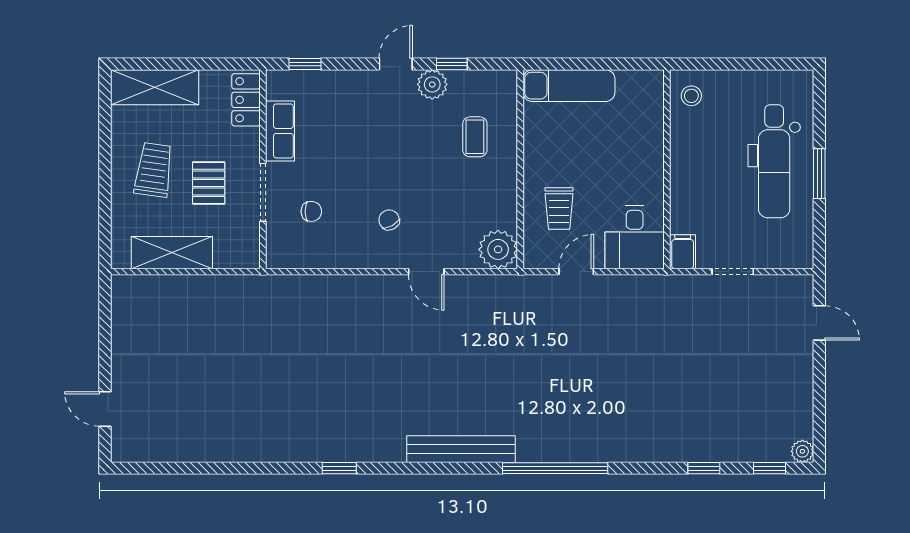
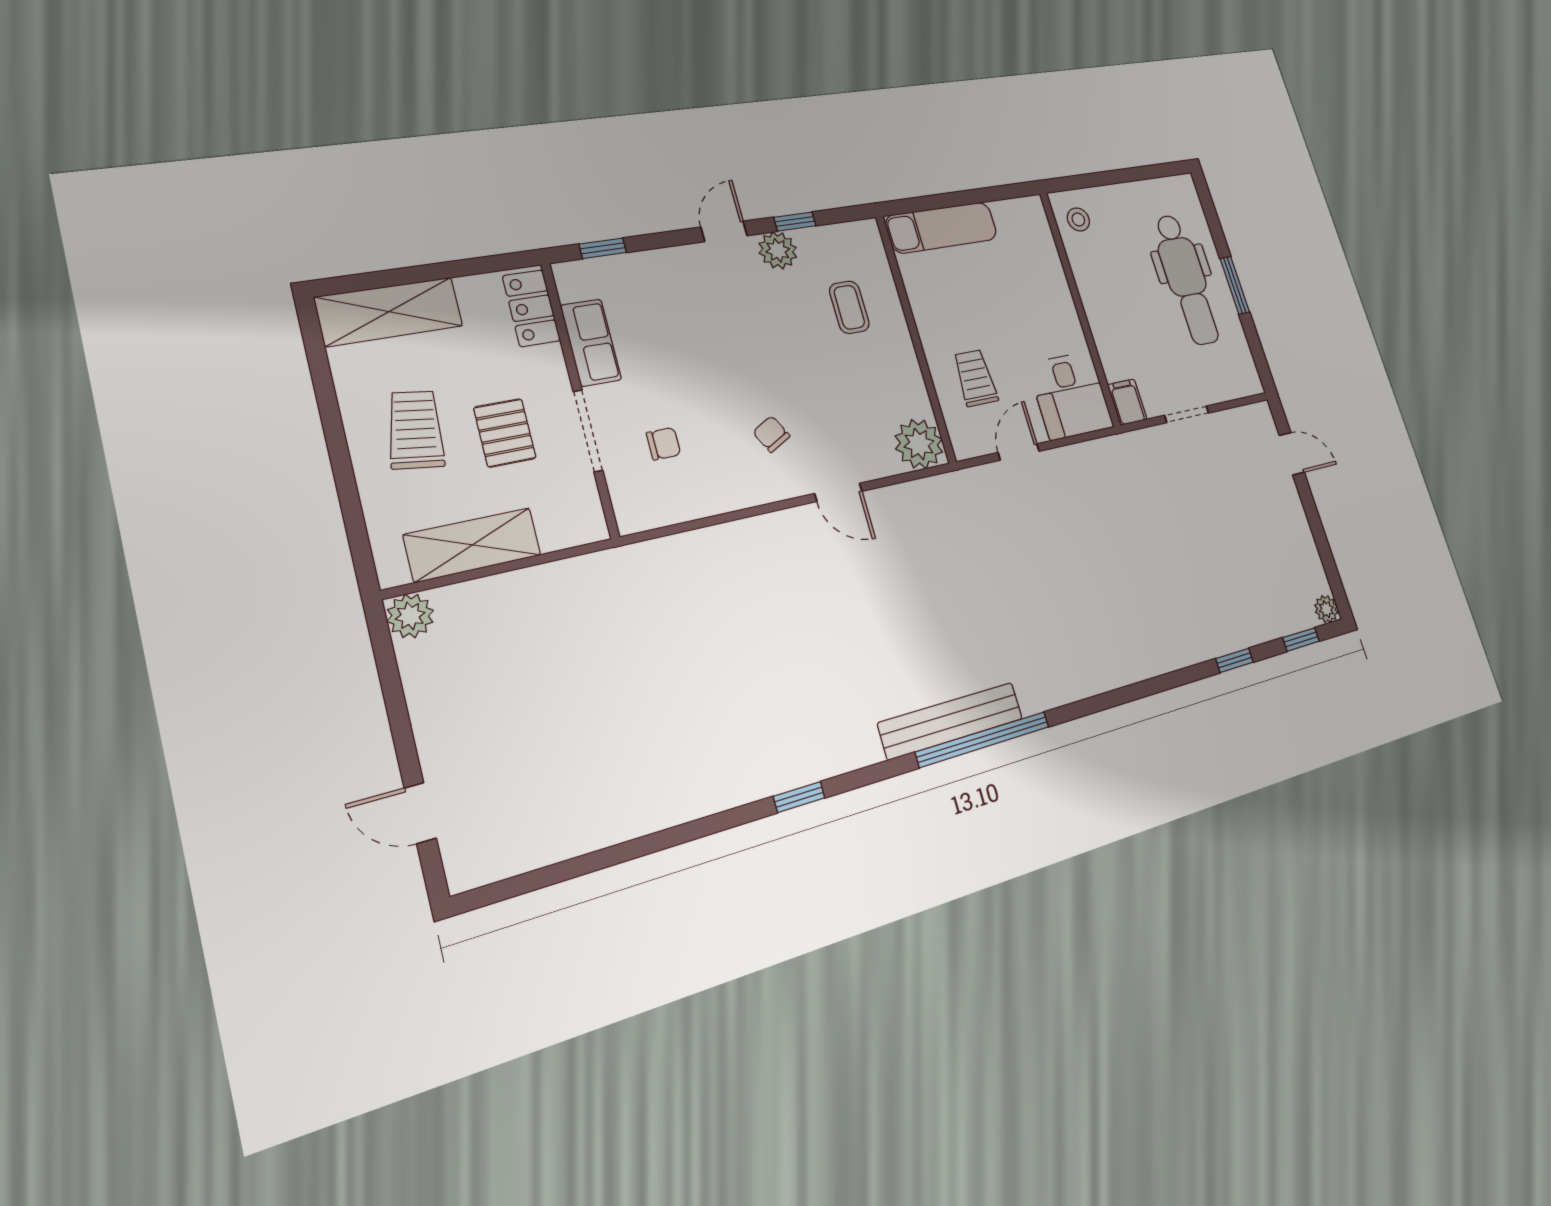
trolley: (559, 209) -> (975, 378), turned 180
plant: (125, 289) -> (410, 616), added
window: (555, 468) -> (983, 739), moved

